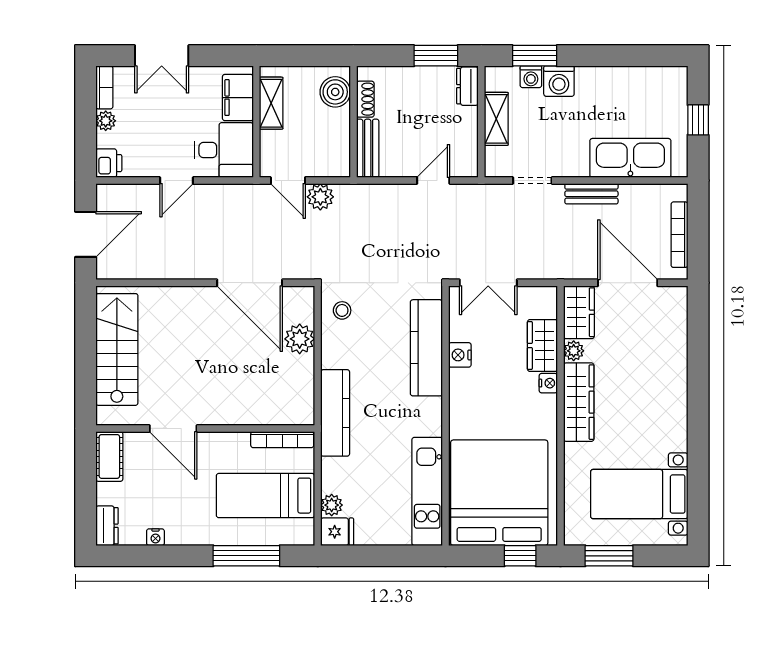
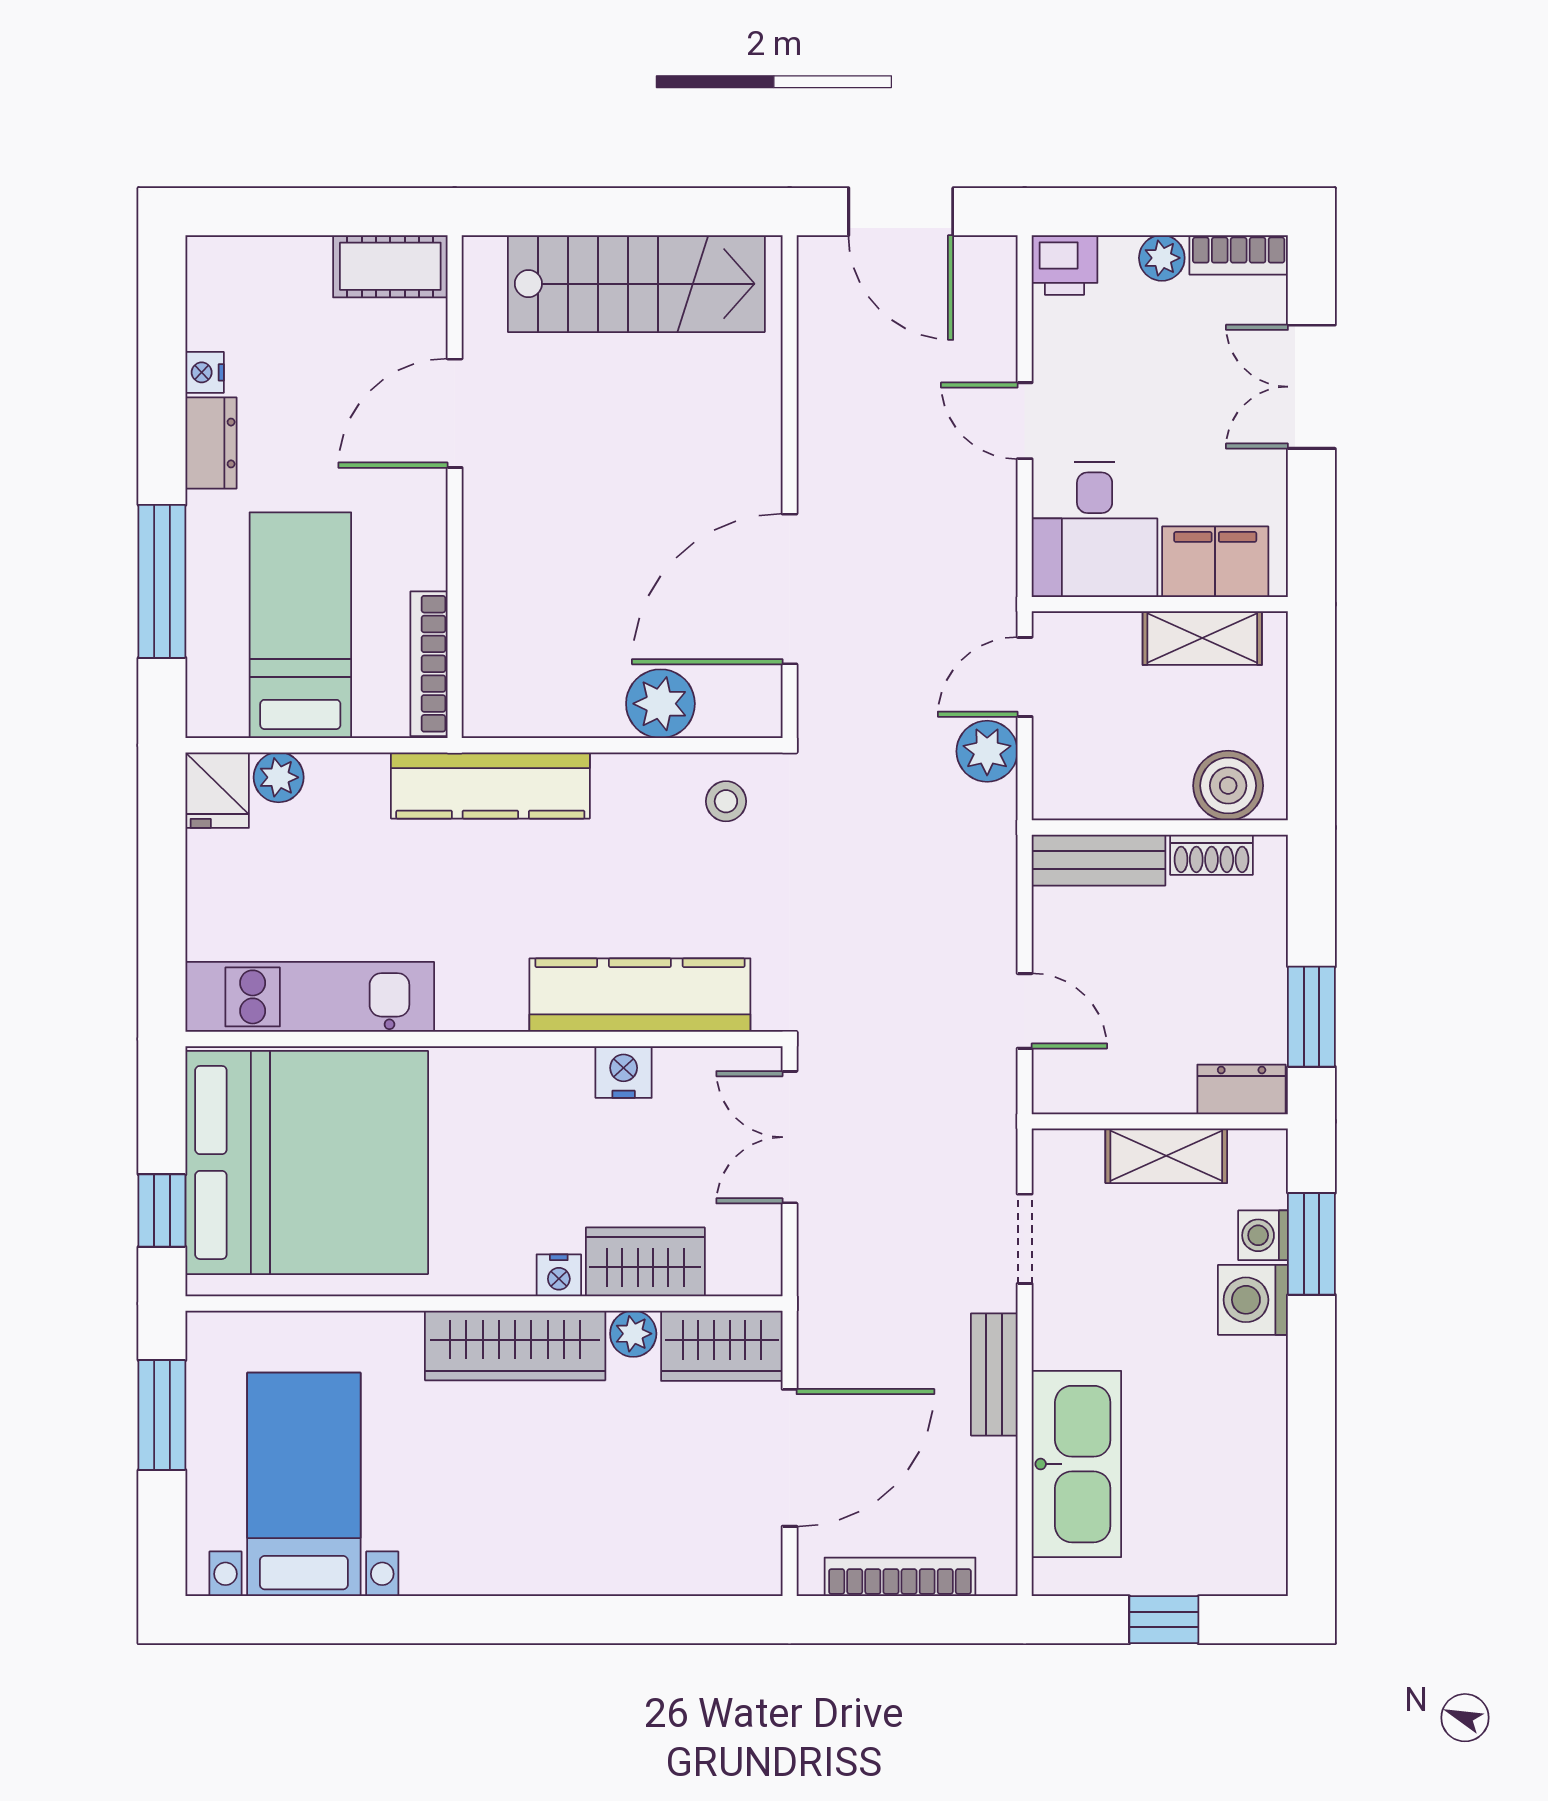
dresser: (107, 526) -> (211, 443), moved, turned -90

